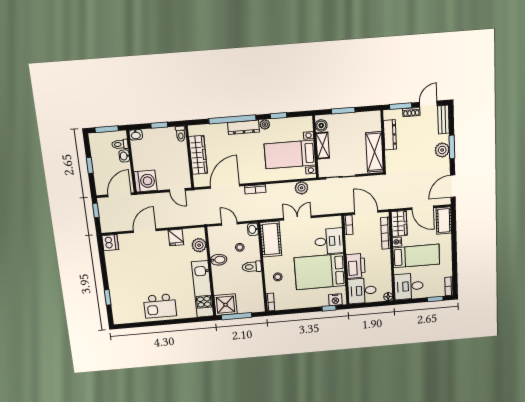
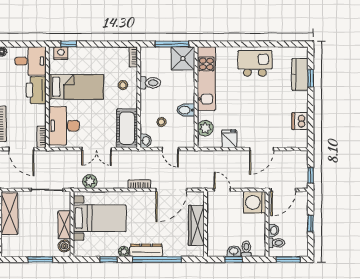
toilet: (181, 134) -> (246, 249), moved
washbasin: (136, 135) -> (234, 251), moved
desk: (329, 241) -> (64, 126), width x1.37
dishwasher: (110, 243) -> (300, 121), moved
toilet: (252, 267) -> (150, 83), moved
bed: (320, 272) -> (76, 87), width x0.67
kitchen counter: (118, 300) -> (300, 74), added

